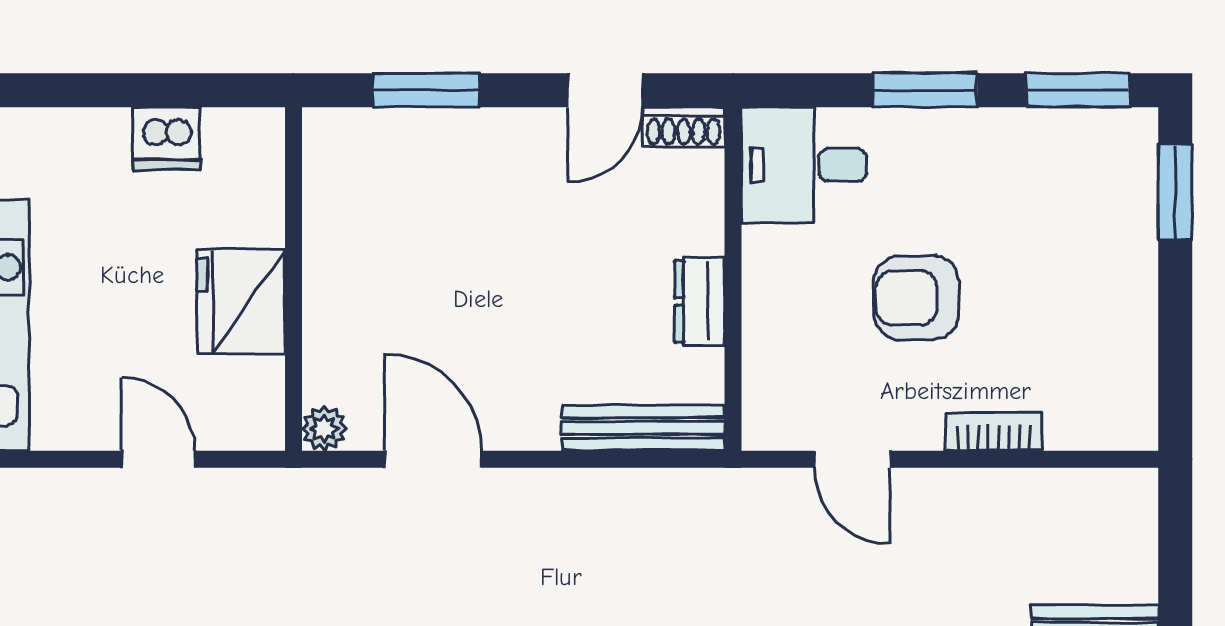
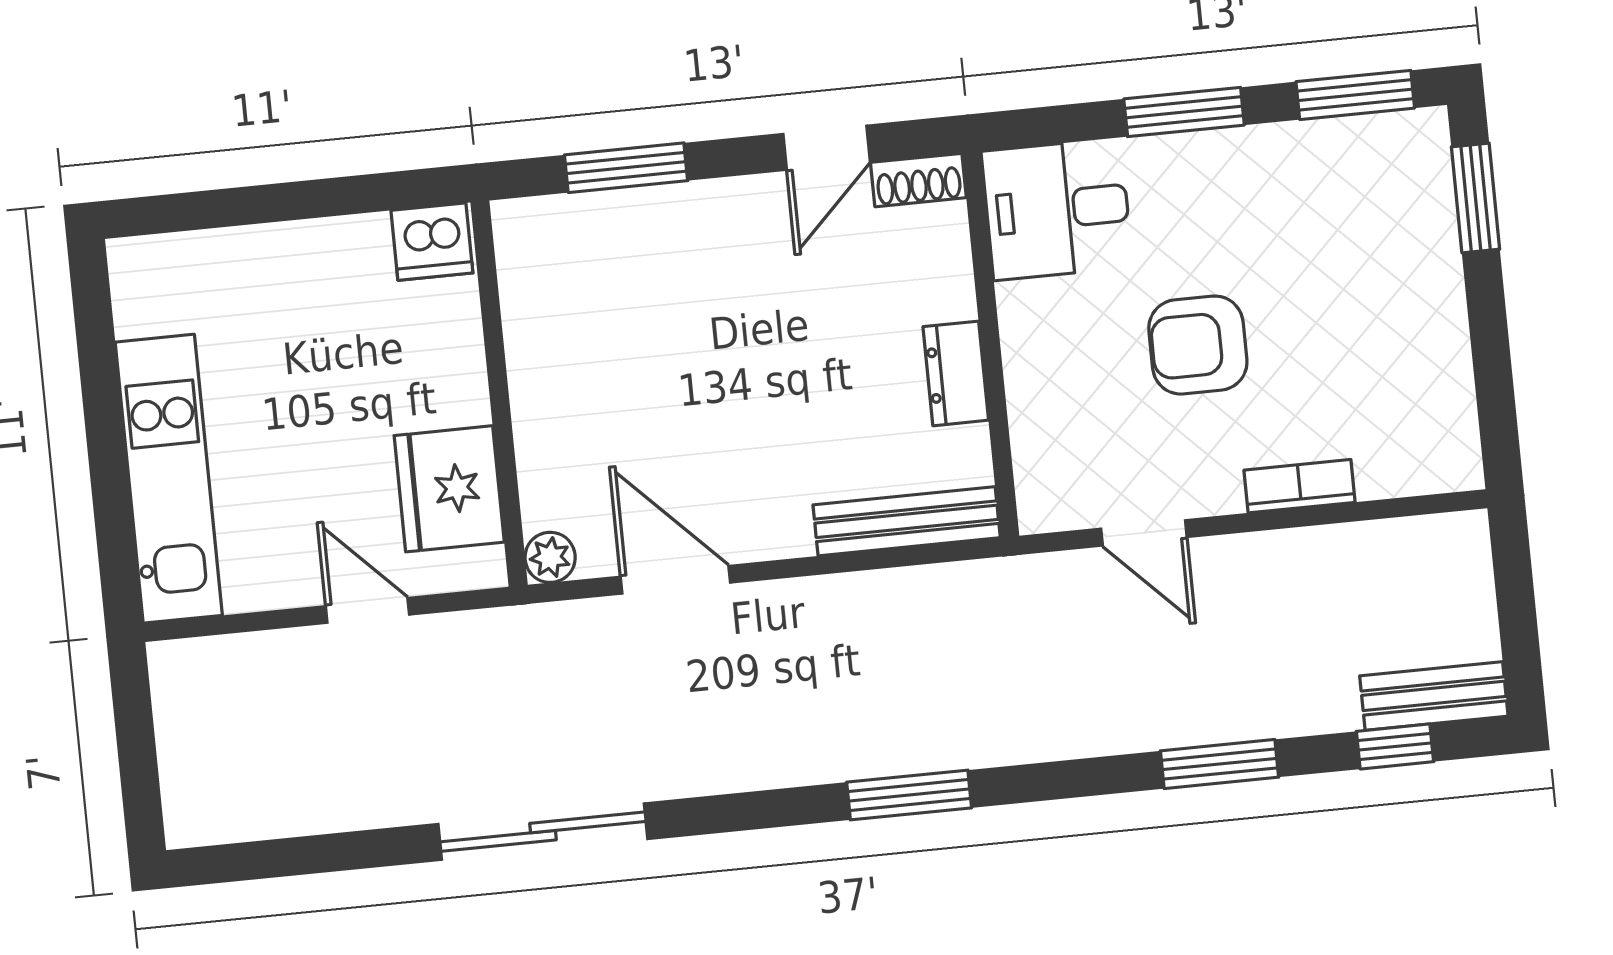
dishwasher: (167, 138) -> (432, 242), moved
fridge: (241, 302) -> (449, 489), moved

